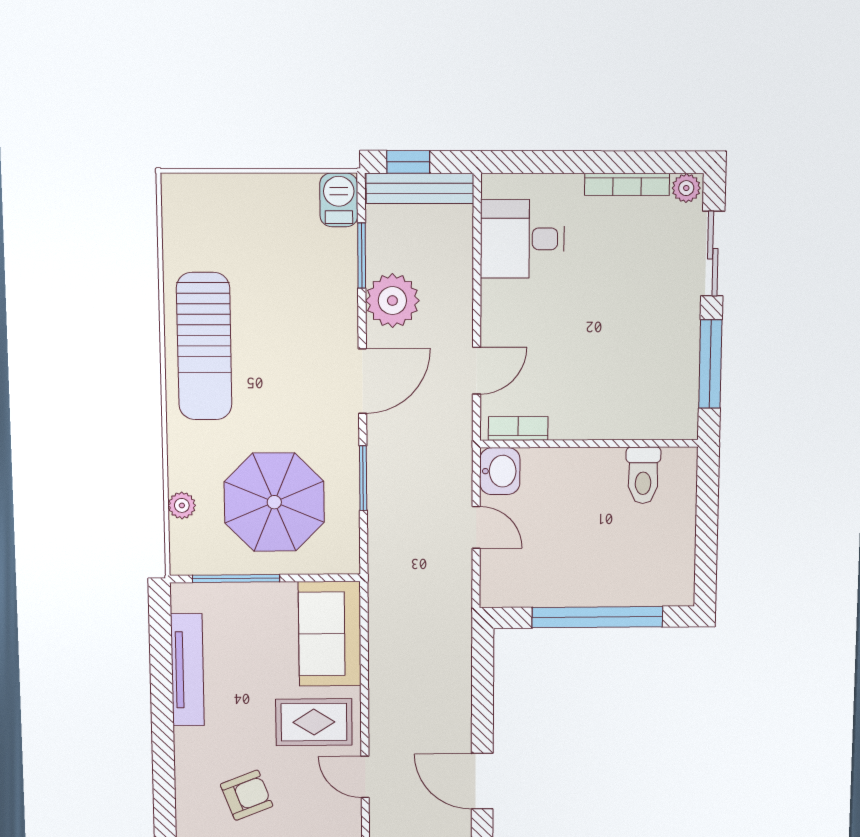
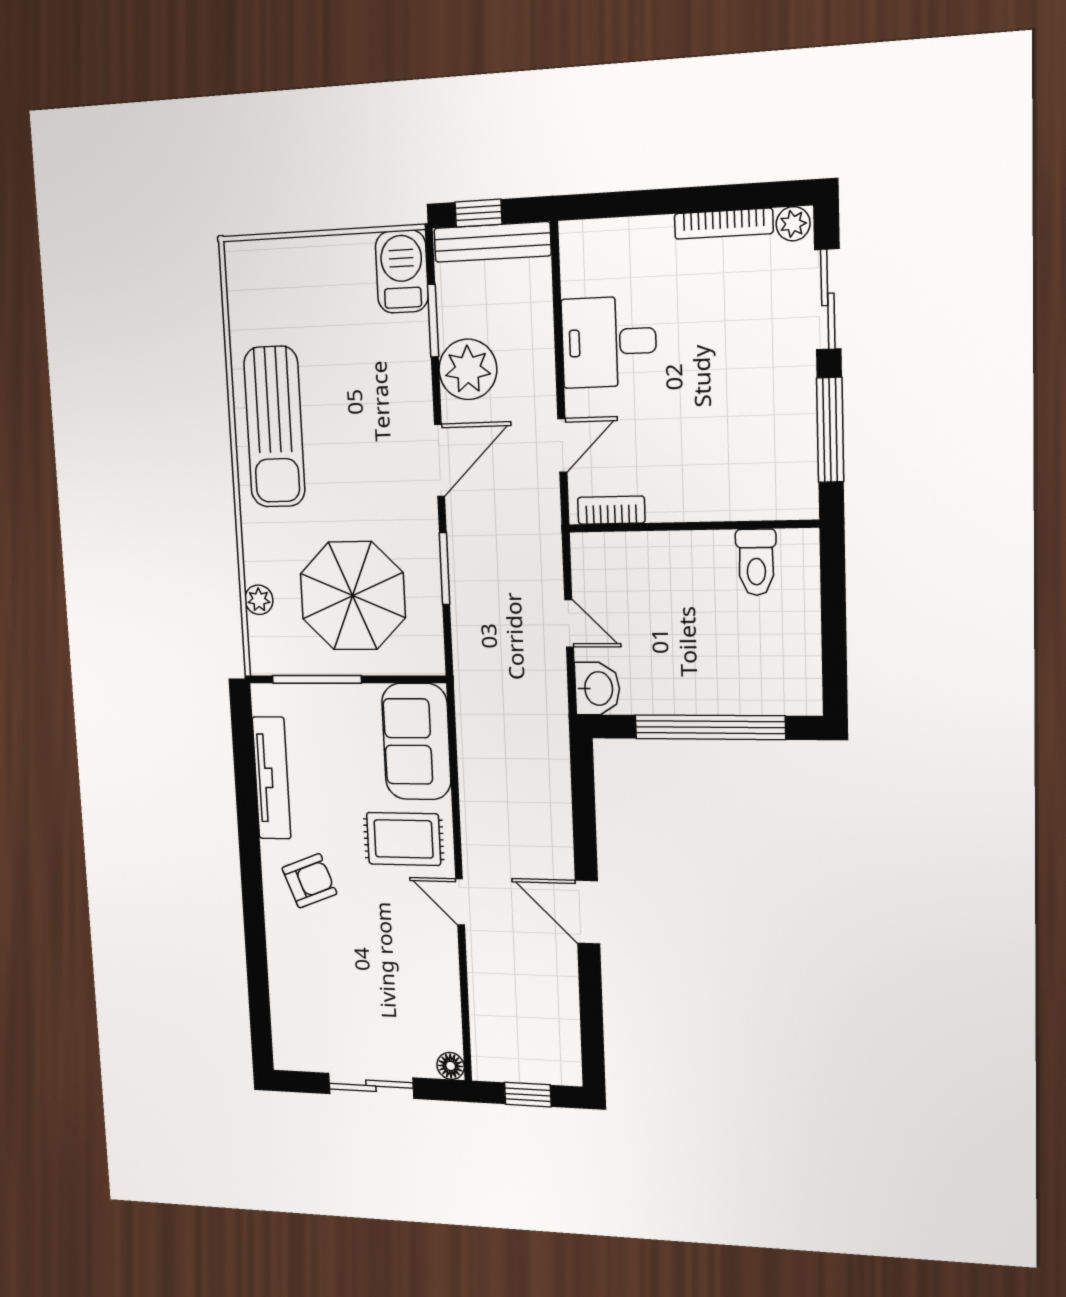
barbecue: (339, 200) -> (402, 271), width x1.38, depth x1.27
desk: (522, 239) -> (609, 342), moved
washbasin: (500, 471) -> (597, 688), moved
armchair: (247, 795) -> (309, 881), moved

